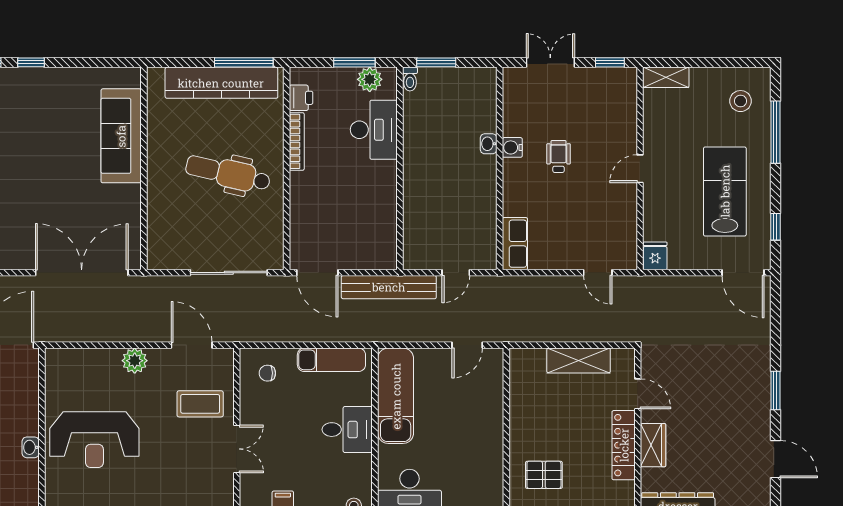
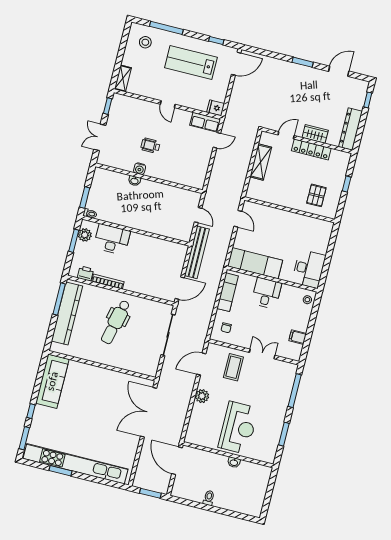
sofa: (121, 136) -> (52, 381), moved, turned -90
row of seats: (515, 244) -> (205, 122), moved, turned 180

